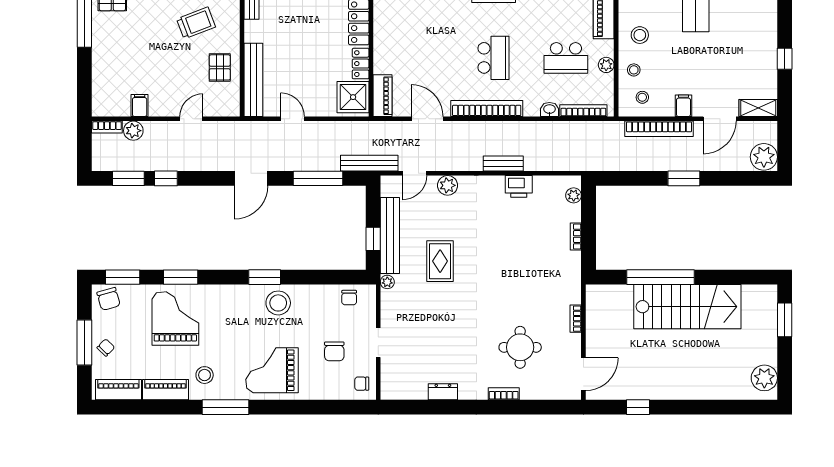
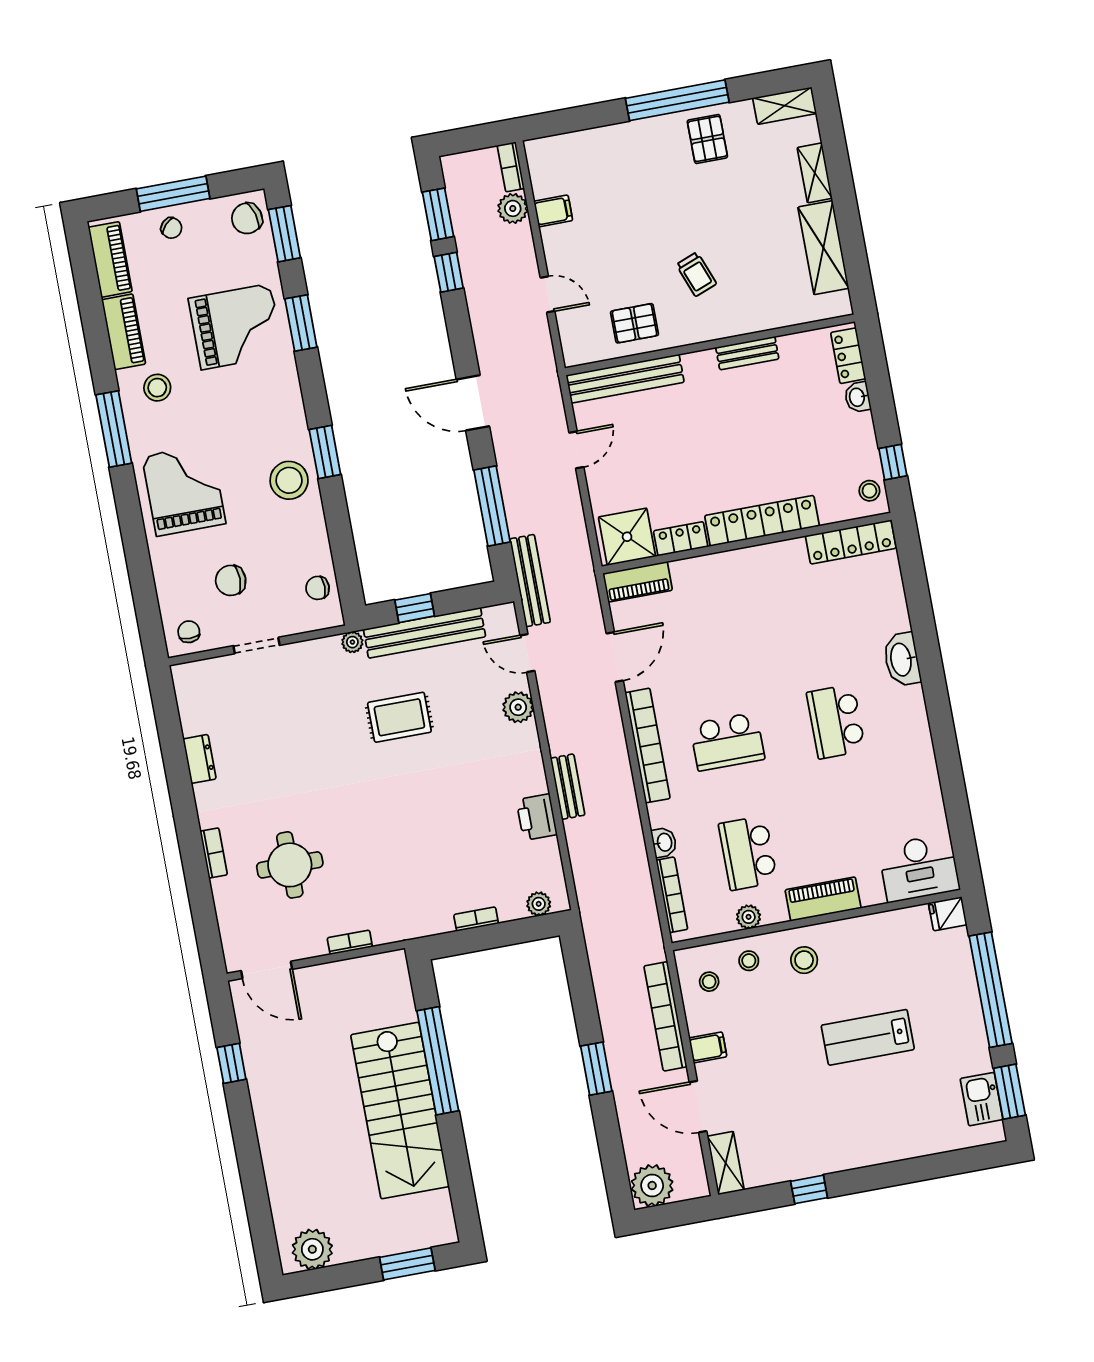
trolley: (196, 23) -> (696, 274), width x0.73, depth x0.72

